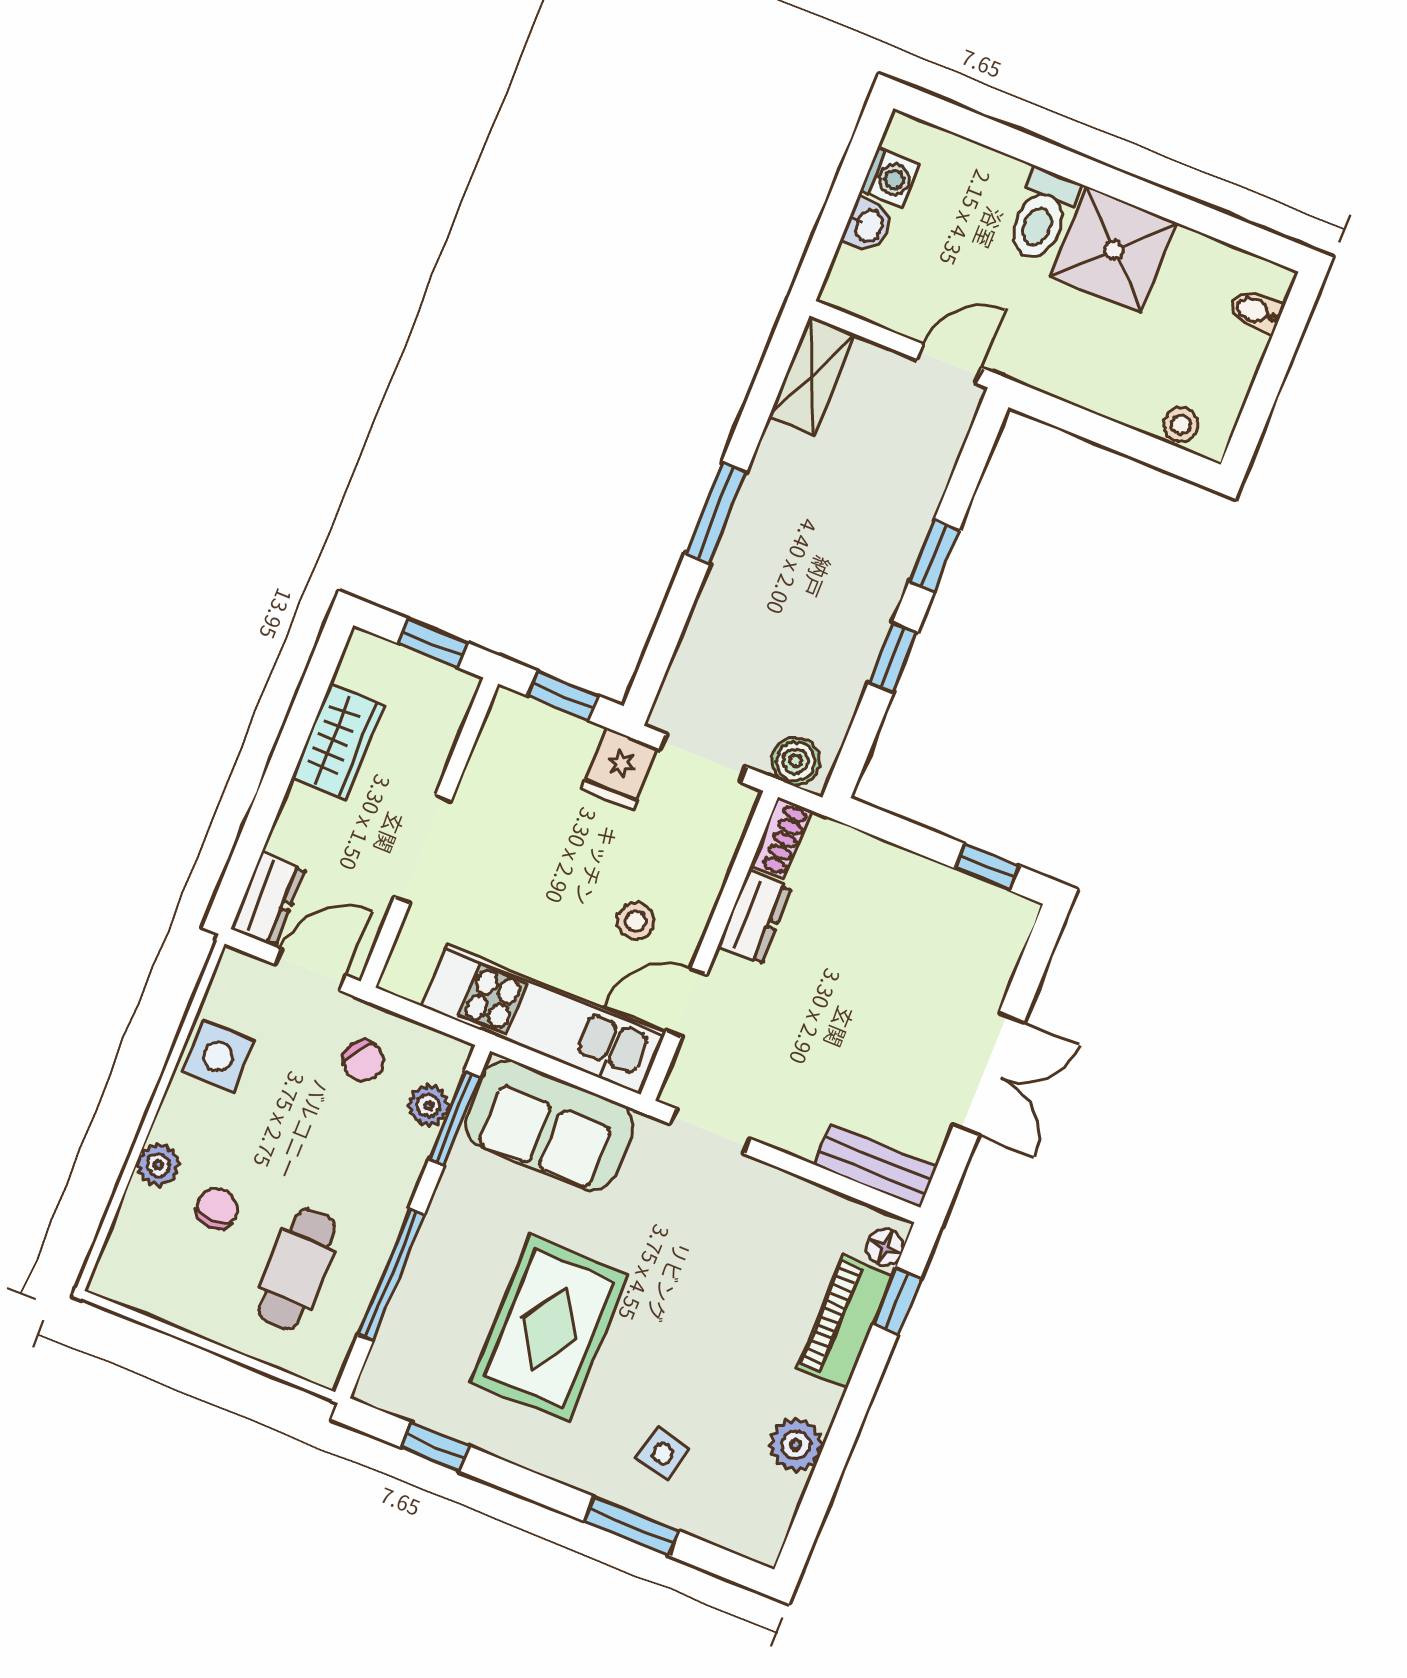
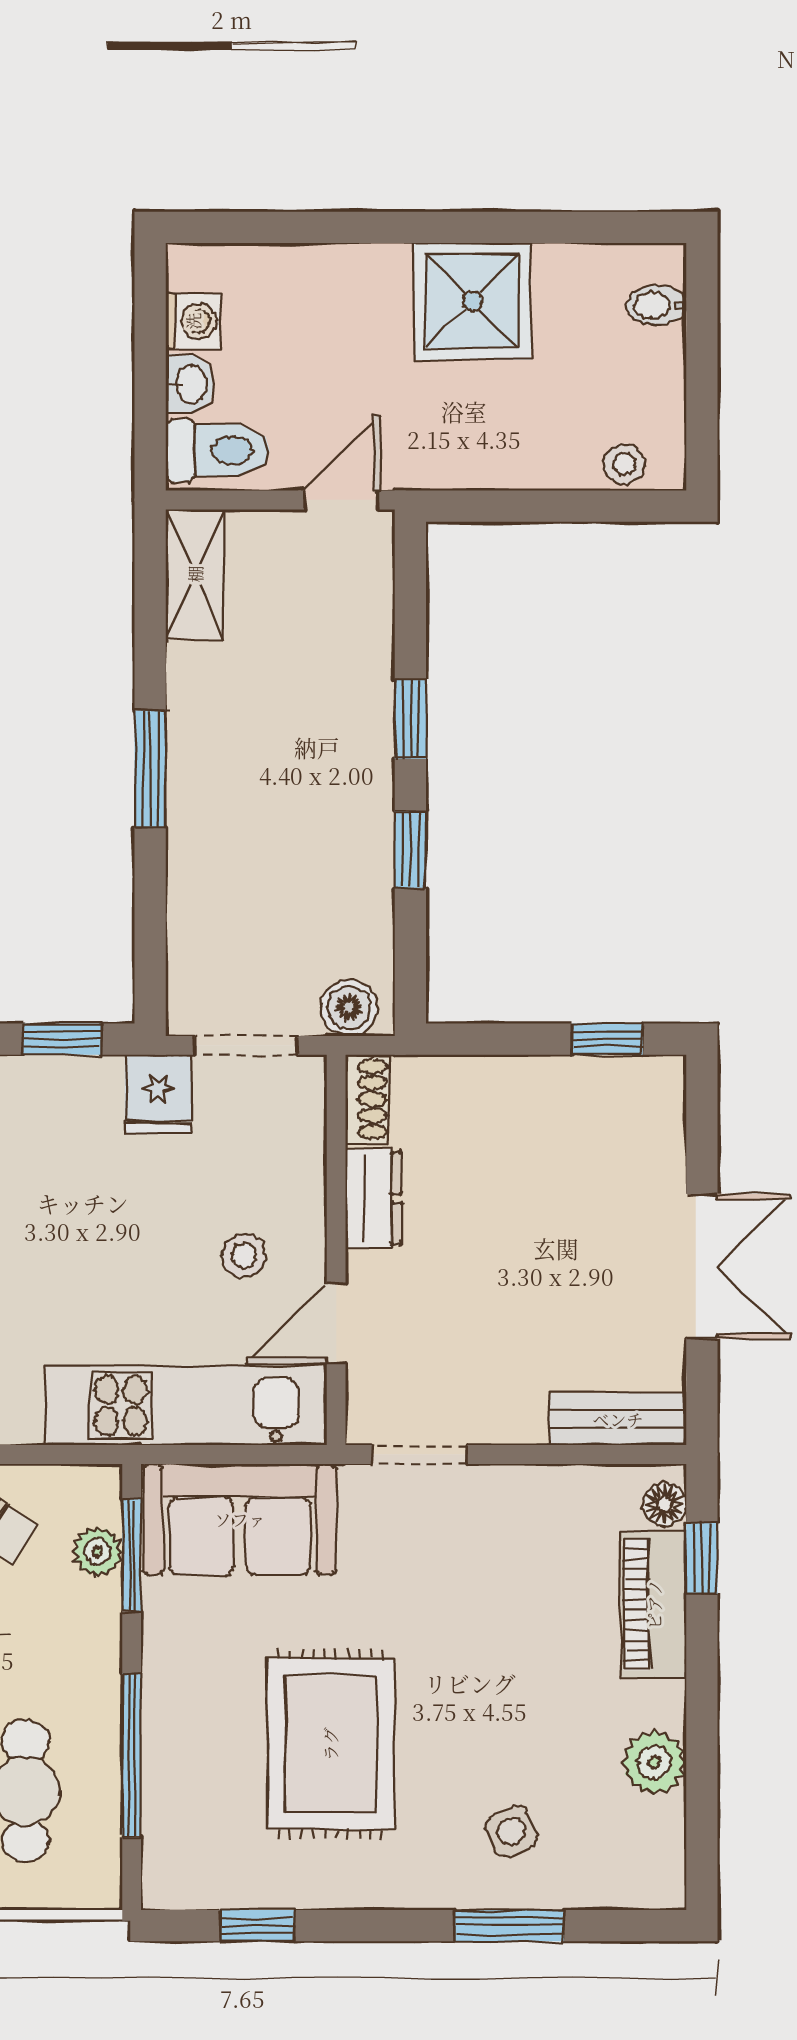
toilet: (1042, 215) -> (218, 450), moved, turned -90
side table: (663, 1453) -> (511, 1831), turned -38

